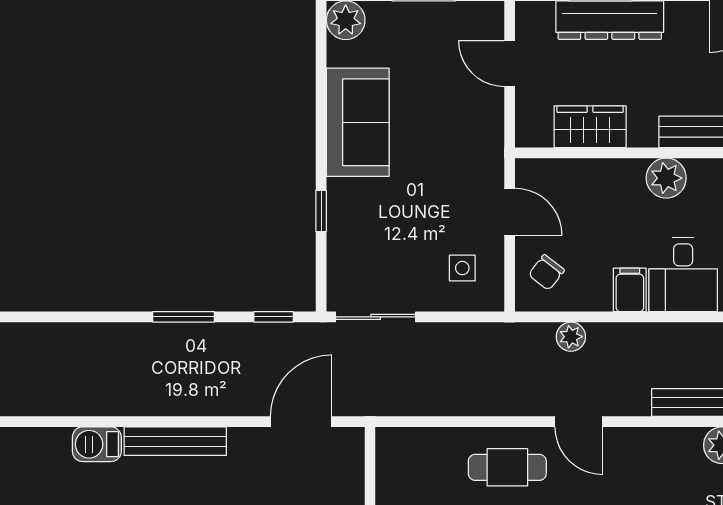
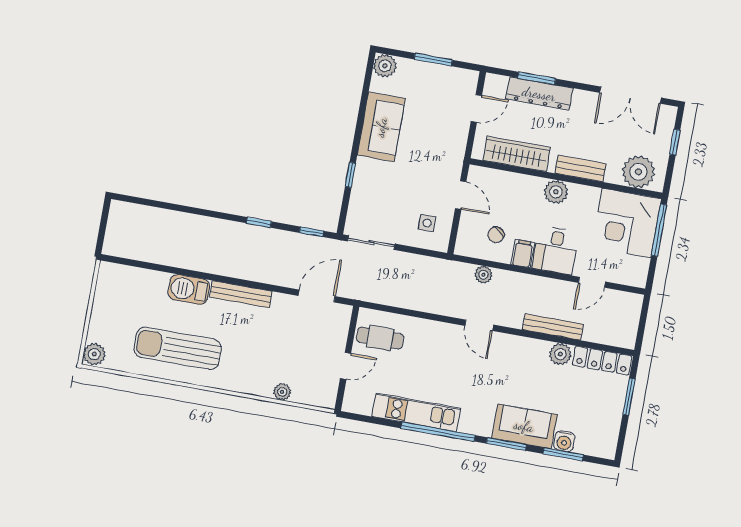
door: (510, 64) -> (476, 108), swing flipped
wardrobe: (590, 127) -> (517, 154), width x1.50
chair: (546, 272) -> (496, 235), moved
window: (184, 317) -> (259, 222), width x0.67
barbecue: (97, 444) -> (189, 289), width x1.38, depth x1.27
cafe table: (507, 467) -> (380, 338), moved

